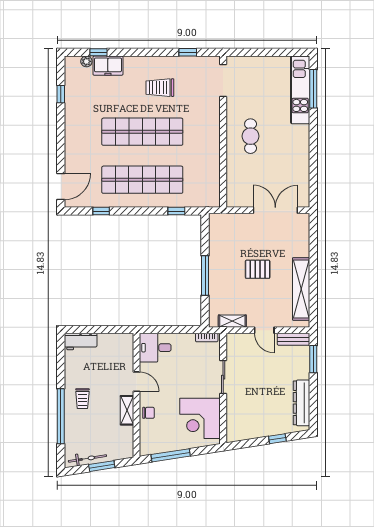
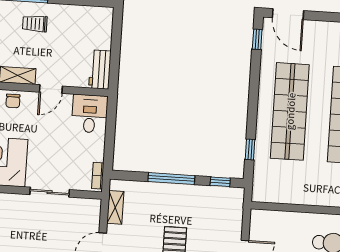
window: (101, 211) -> (257, 39), moved
window: (205, 234) -> (220, 182), added
workbench: (81, 341) -> (100, 70), moved

